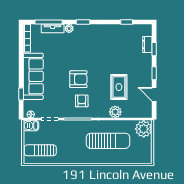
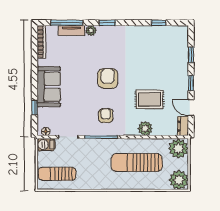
dresser: (147, 44) -> (183, 126), moved
sofa: (33, 76) -> (49, 87), width x0.73
armchair: (78, 79) -> (108, 78), moved, turned -90
rug: (119, 87) -> (149, 99), turned 90
sun lounger: (108, 141) -> (137, 163), turned 180
plant: (144, 156) -> (179, 180), added

